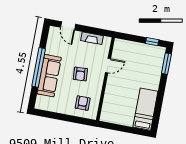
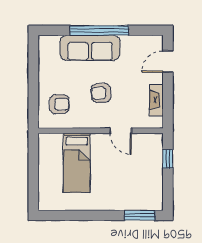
window: (152, 42) -> (168, 159), moved
bed: (145, 109) -> (77, 163), moved, turned 90

